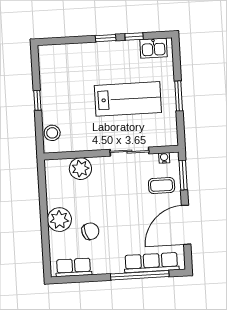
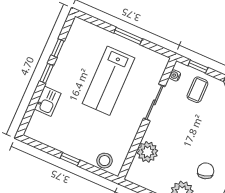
kitchen sink: (153, 48) -> (48, 101), moved
lab bench: (128, 99) -> (108, 81), turned 180
window: (183, 175) -> (198, 67), width x0.67

